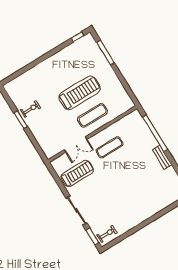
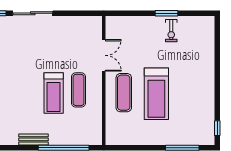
double door: (76, 145) -> (104, 55), swing flipped
treadmill: (77, 173) -> (54, 93), moved

